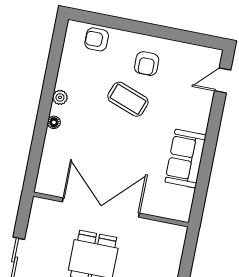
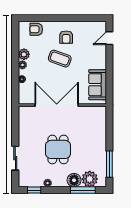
plant: (66, 79) -> (24, 54), added
double door: (101, 207) -> (57, 105), moved
wall: (111, 209) -> (62, 105), moved

